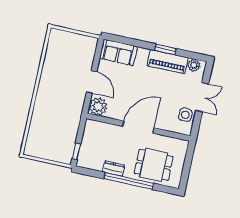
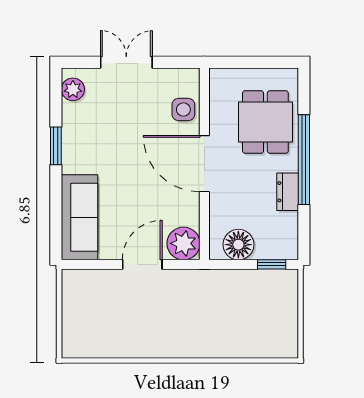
sofa: (118, 52) -> (80, 217), width x1.36
piano: (167, 62) -> (77, 138), removed
side table: (185, 115) -> (183, 110), moved
floor lamp: (91, 136) -> (238, 245), added

